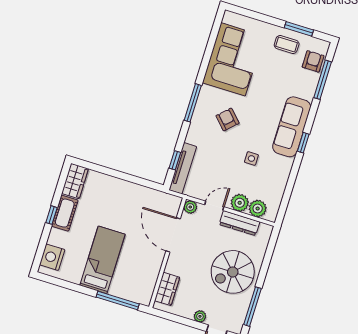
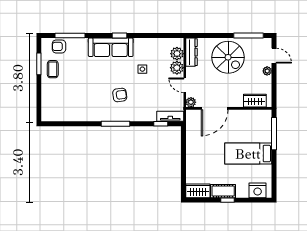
corner sofa: (233, 59) -> (75, 104), removed
armchair: (227, 119) -> (120, 95), turned -144
tv unit: (183, 168) -> (170, 116), width x0.71
dresser: (239, 223) -> (191, 52), moved

